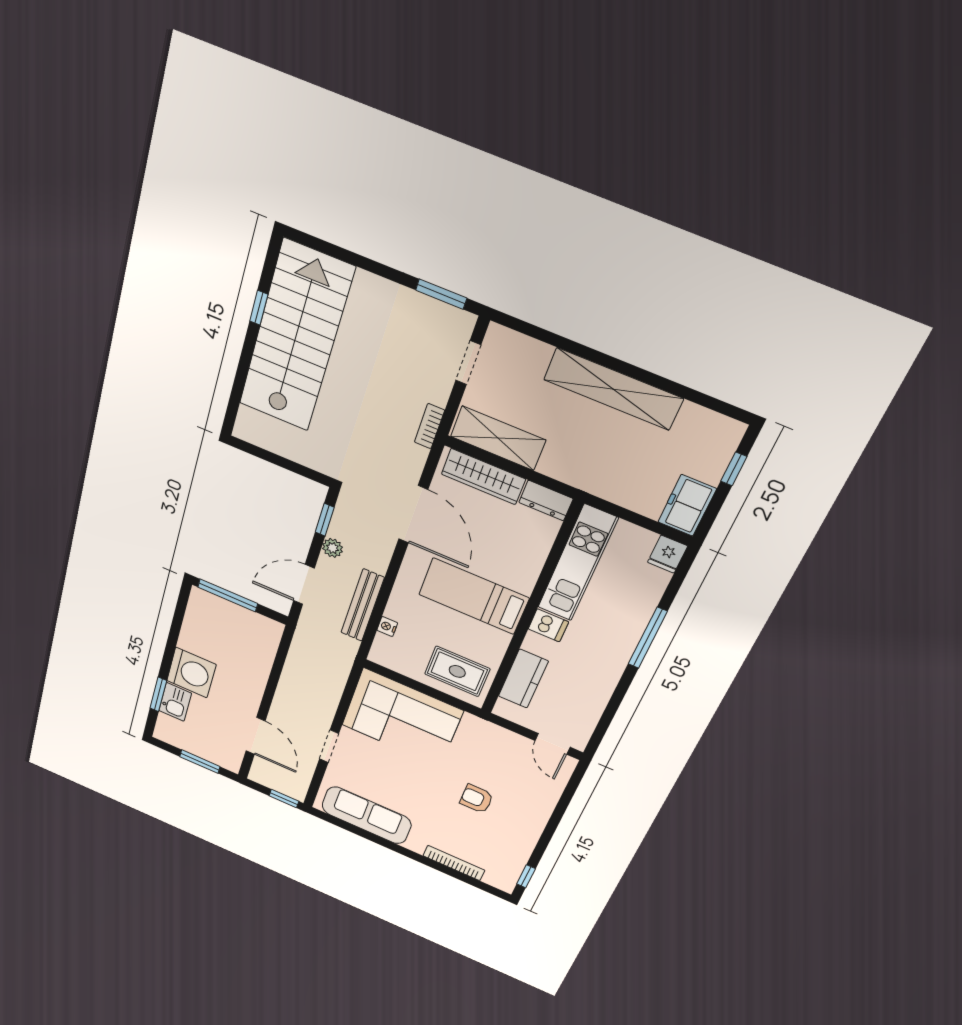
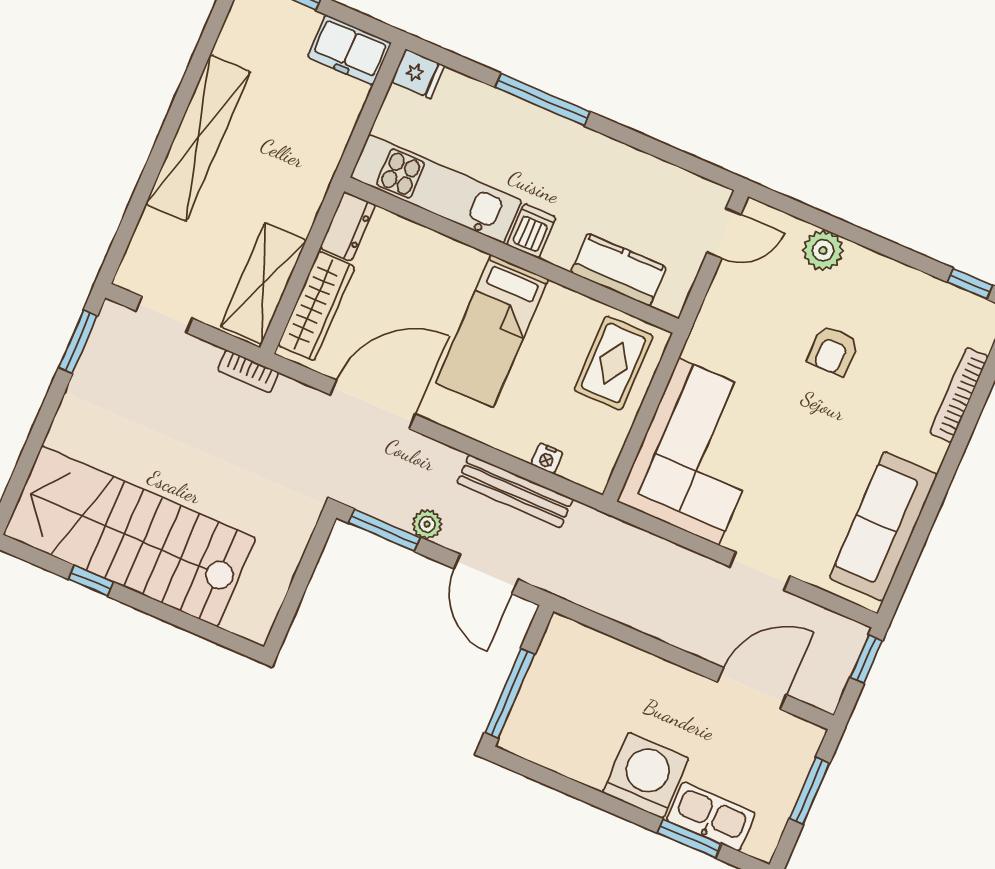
window: (325, 520) -> (385, 530), width x1.50
kitchen sink: (175, 702) -> (711, 817), width x1.38
plant: (544, 800) -> (823, 250), added

